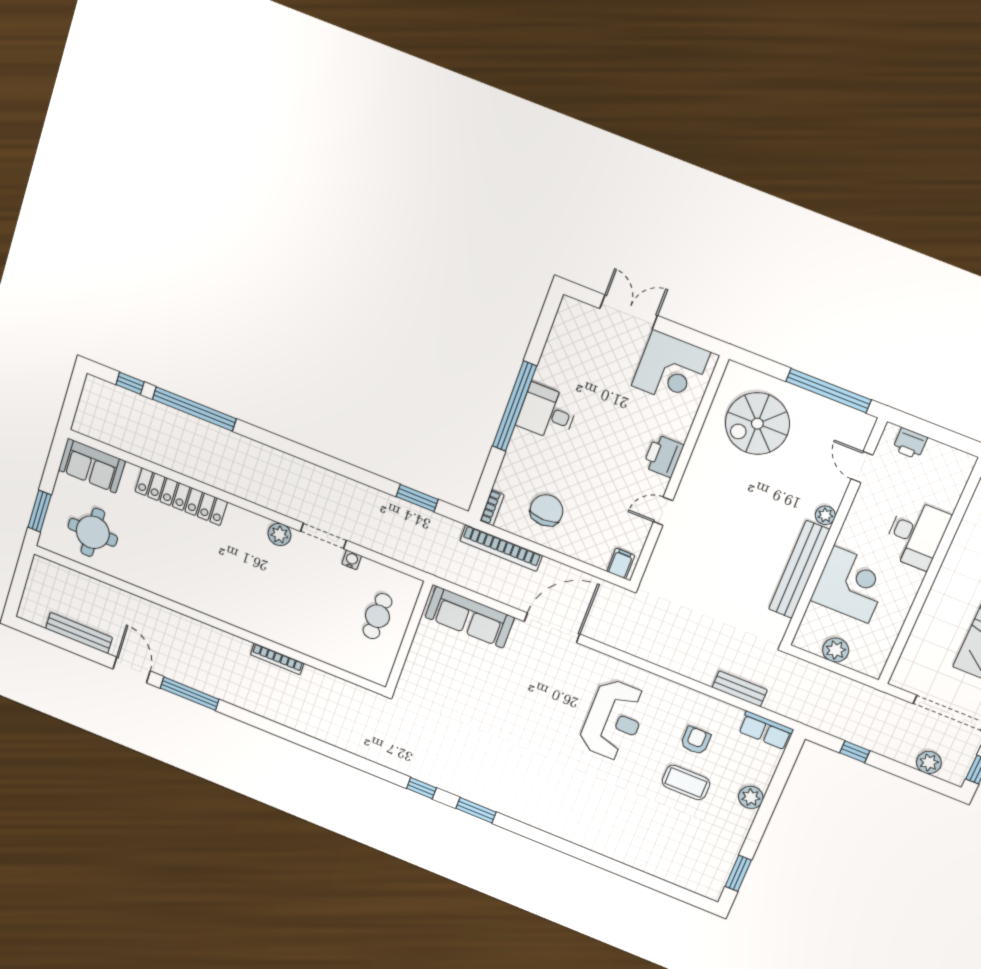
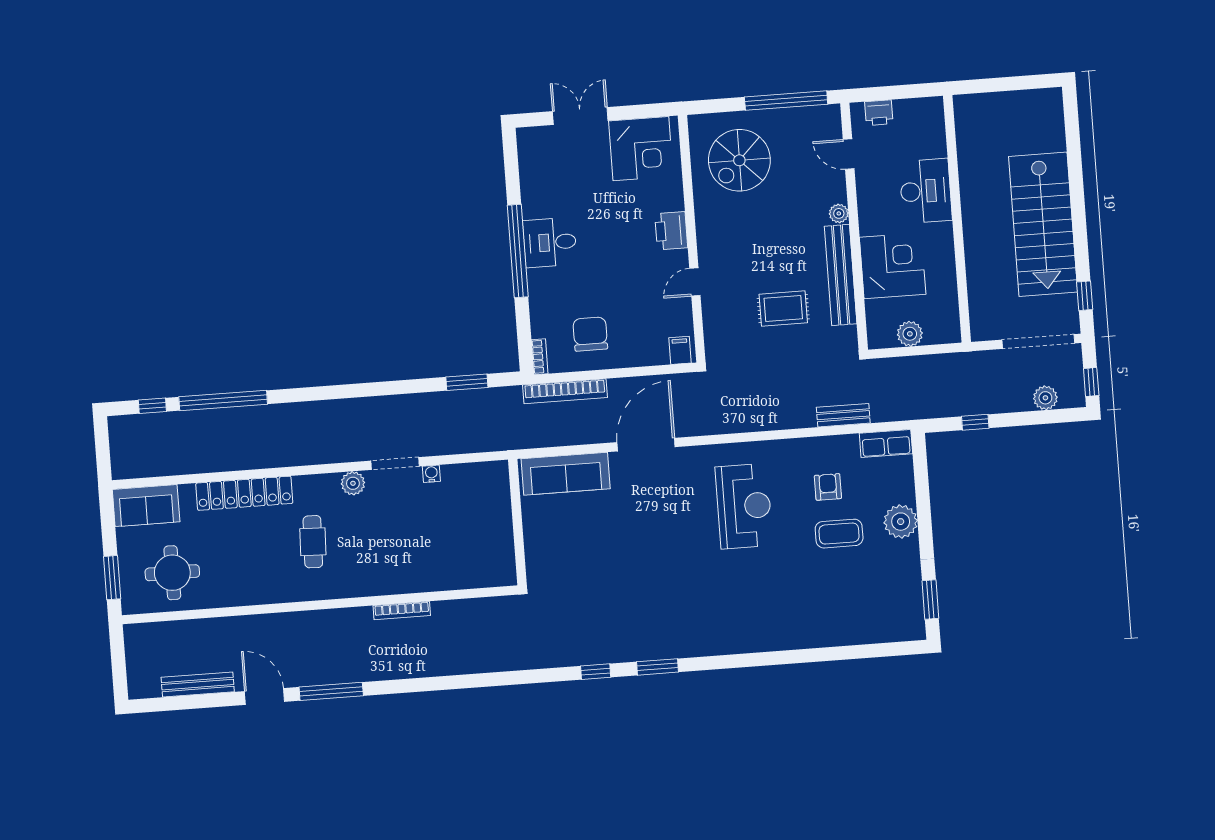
rug: (732, 573) -> (783, 309), added
cafe table: (377, 616) -> (313, 542), moved
plant: (751, 797) -> (901, 522), width x1.36, depth x1.36

